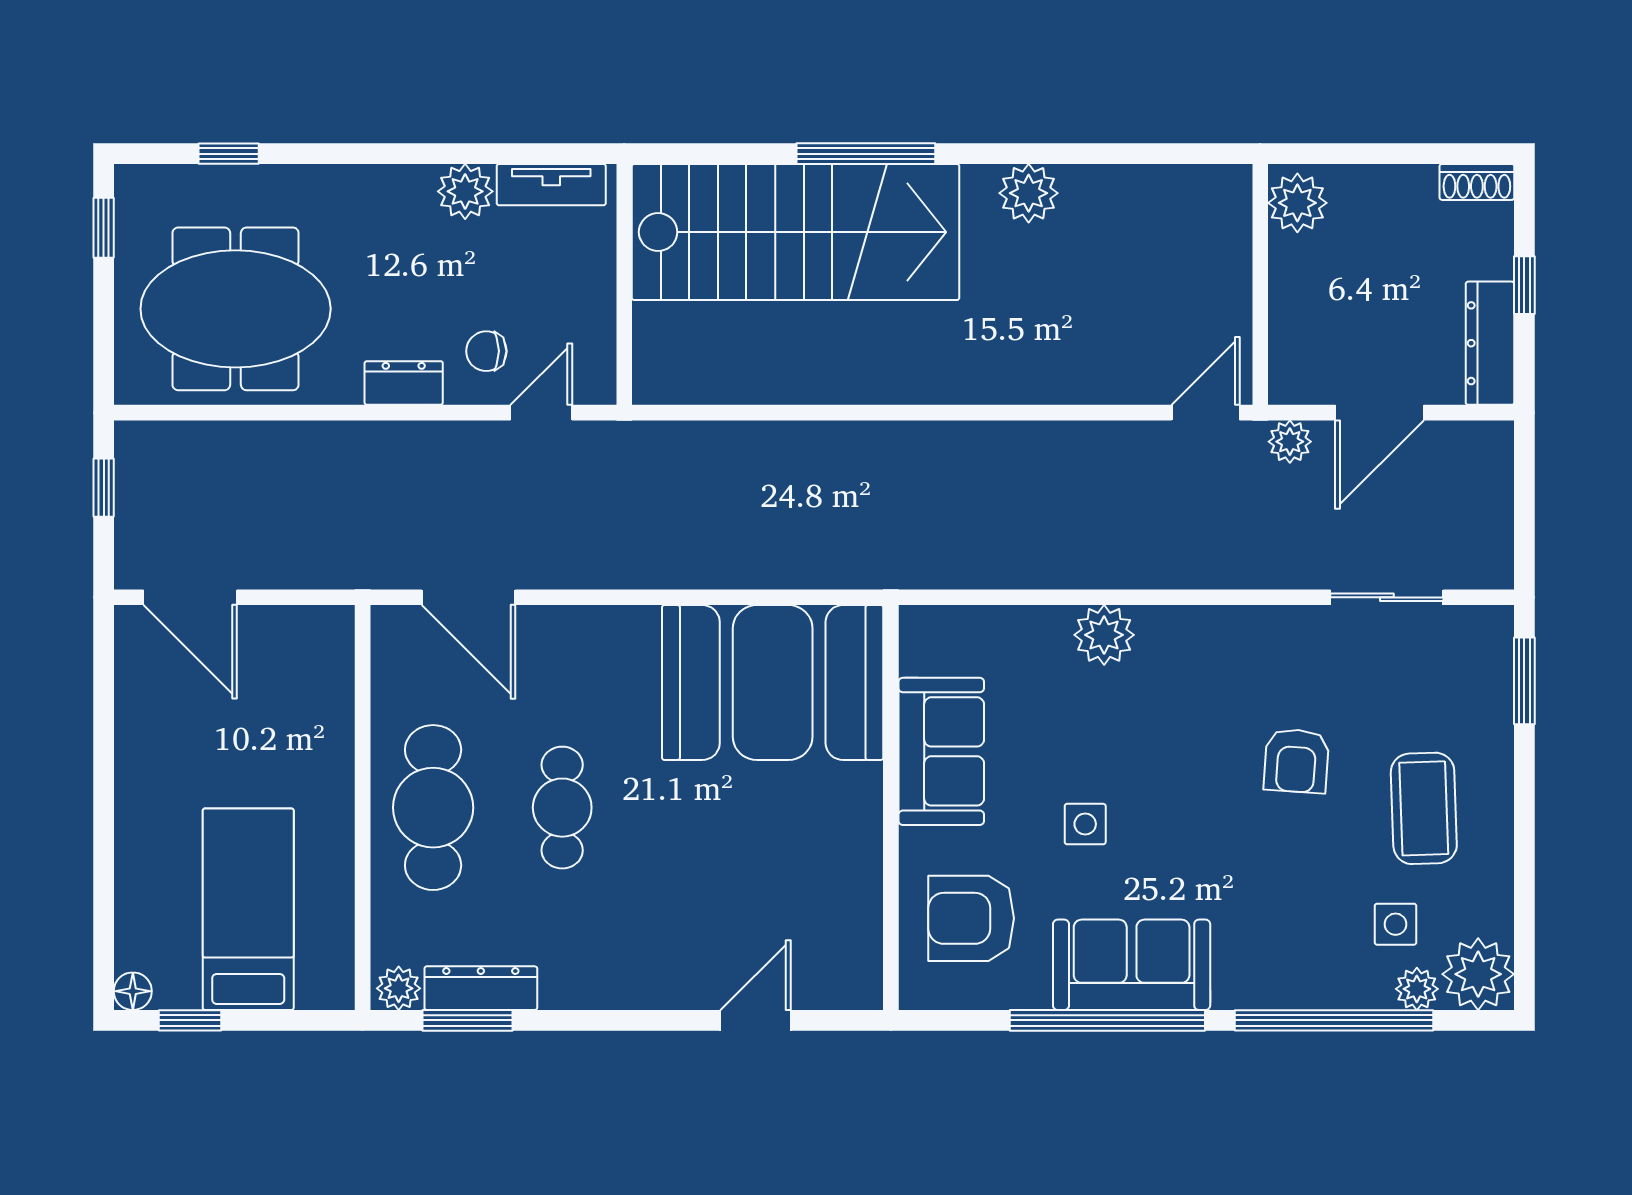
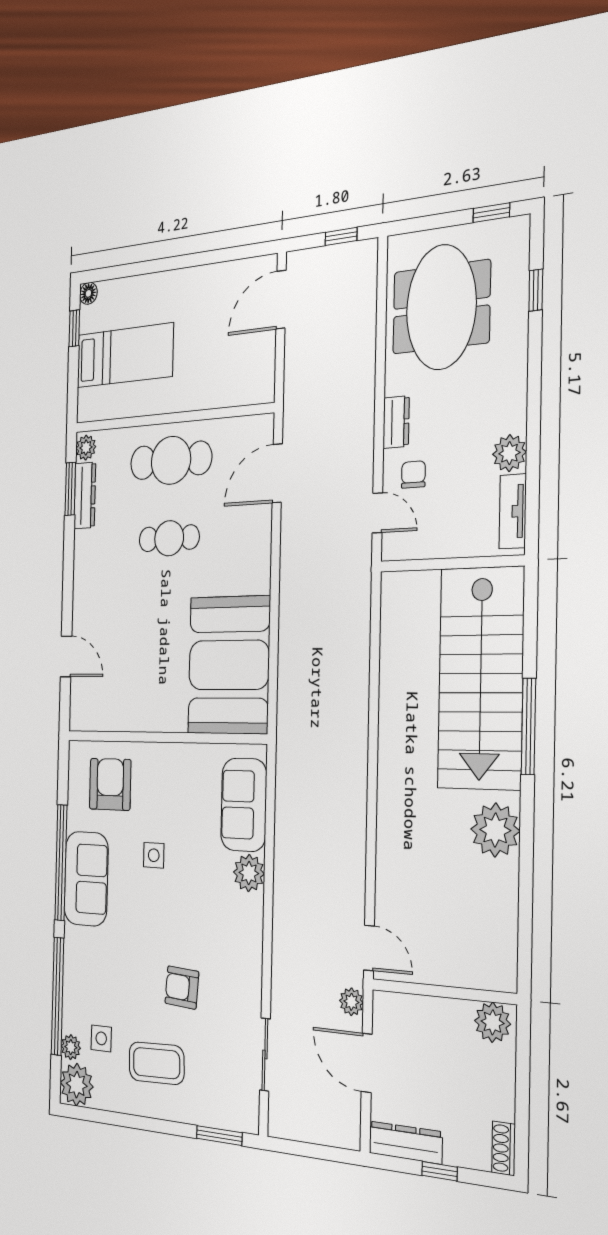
plant: (1029, 193) -> (495, 830), width x1.36, depth x1.36
sofa: (941, 751) -> (244, 805), moved, turned 90

